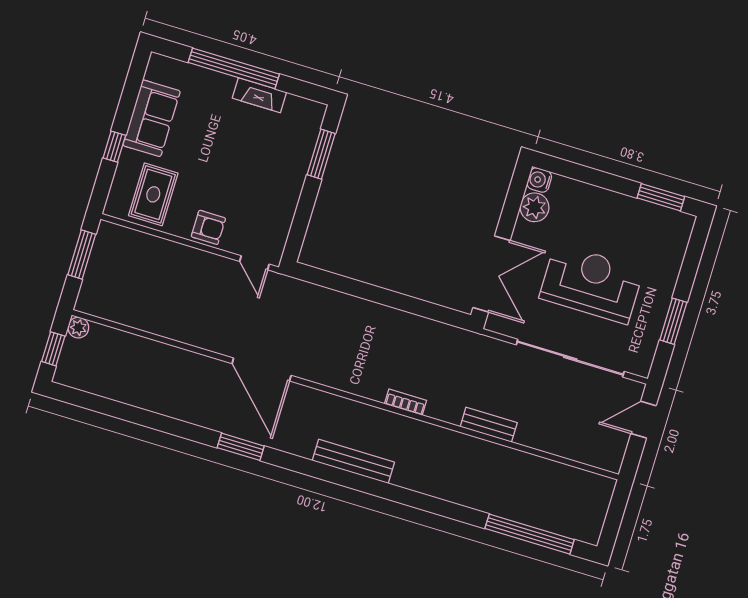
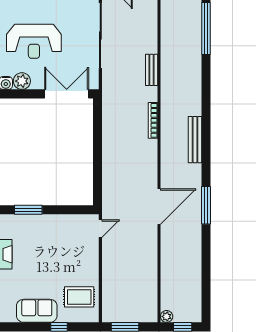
armchair: (208, 227) -> (88, 260), removed
reception desk: (591, 284) -> (34, 41), moved, turned -90
bookcase: (406, 402) -> (153, 120), width x1.56
window: (241, 447) -> (206, 205), width x1.44

